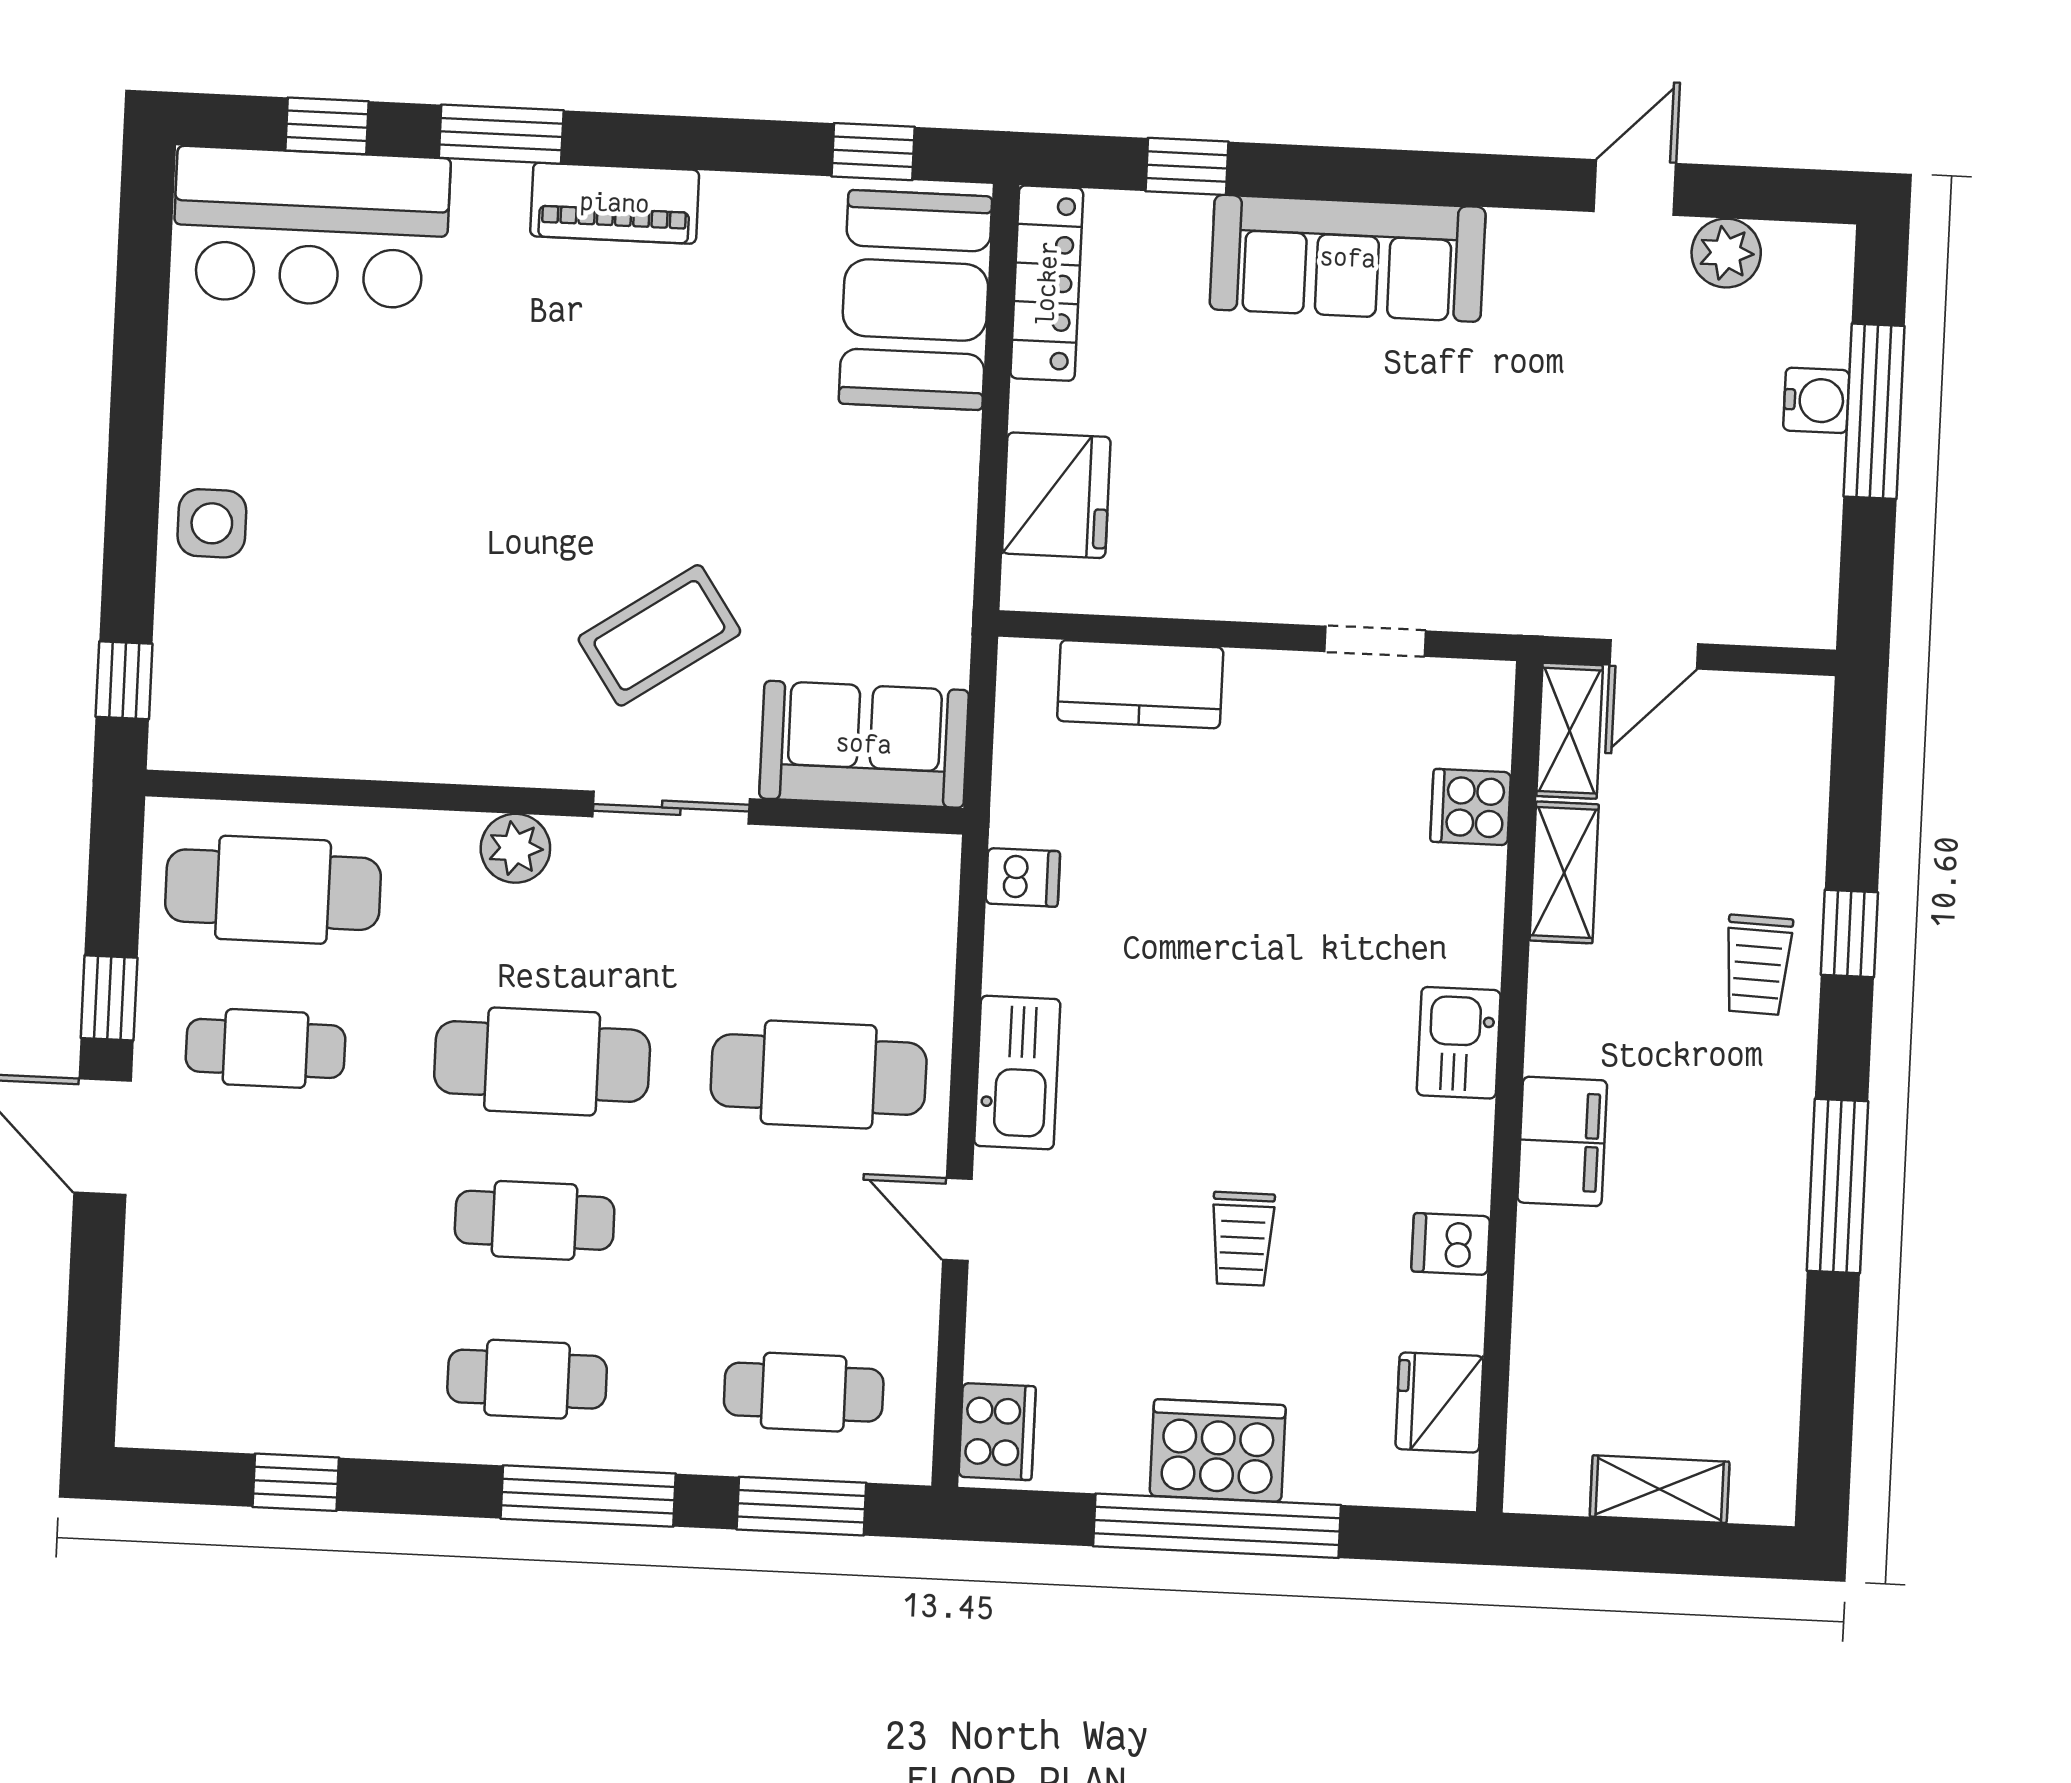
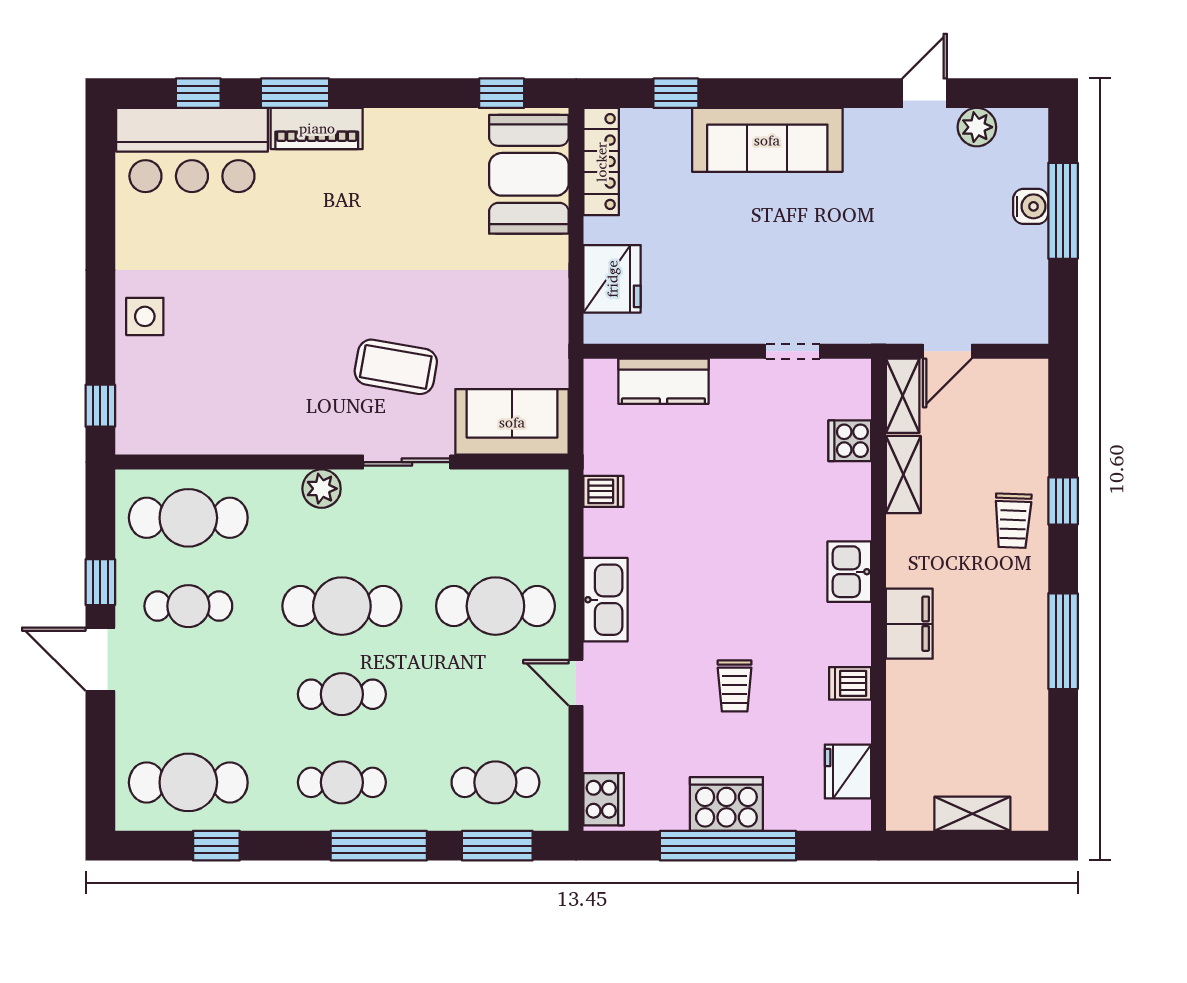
piano: (615, 203) -> (317, 128), moved
coffee table: (659, 635) -> (396, 367), turned 44
cafe table: (251, 1366) -> (188, 782), added

